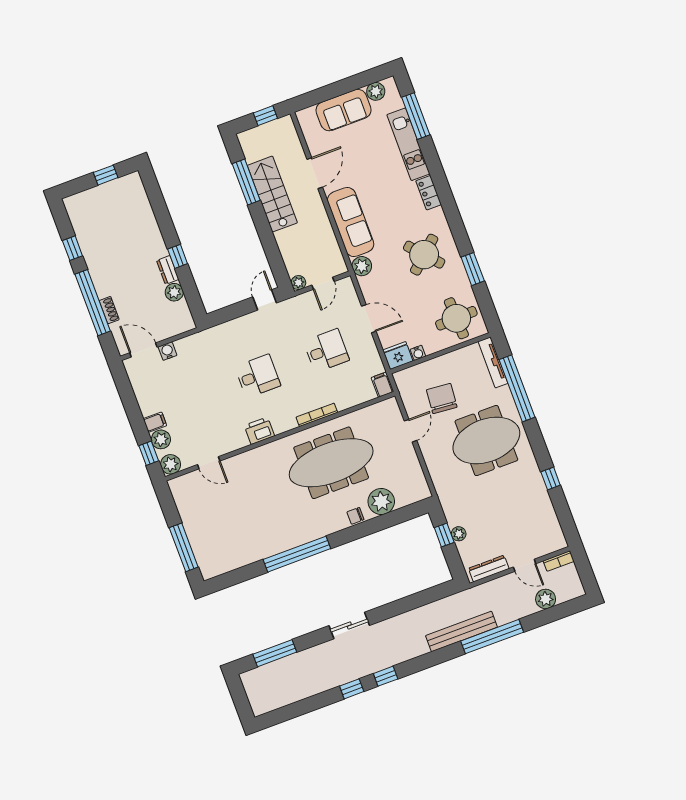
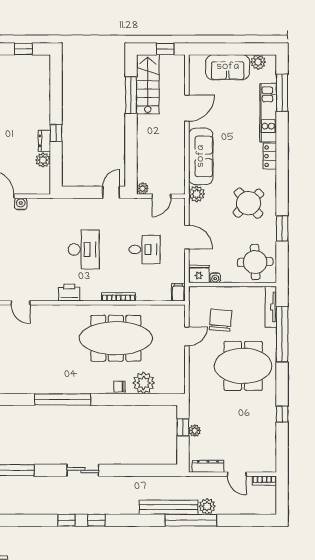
stairs: (272, 194) -> (148, 84), moved
desk: (258, 376) -> (84, 249), width x1.37
plant: (546, 599) -> (207, 506), moved

